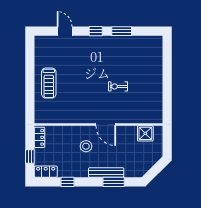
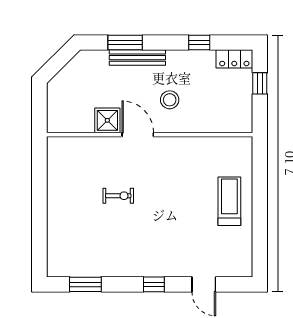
window: (122, 31) -> (85, 284), moved
shower: (145, 133) -> (107, 120), moved
locker: (39, 137) -> (244, 114), removed

